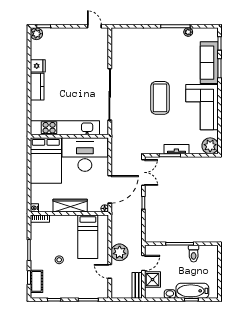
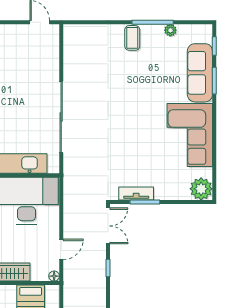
coffee table: (160, 98) -> (132, 38), moved, width x0.54, depth x0.58
tv unit: (176, 149) -> (136, 193), moved
door: (110, 189) -> (61, 249), width x0.53

